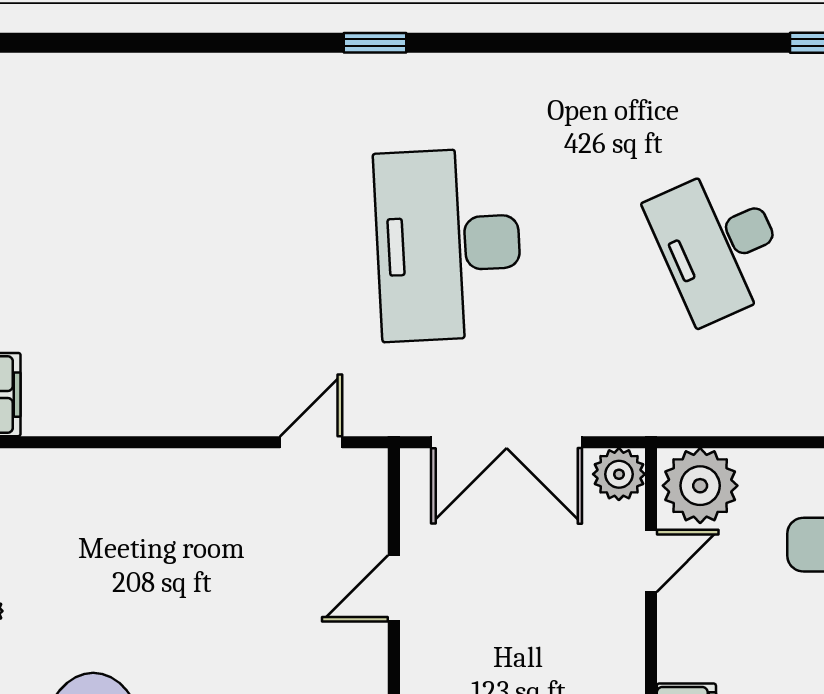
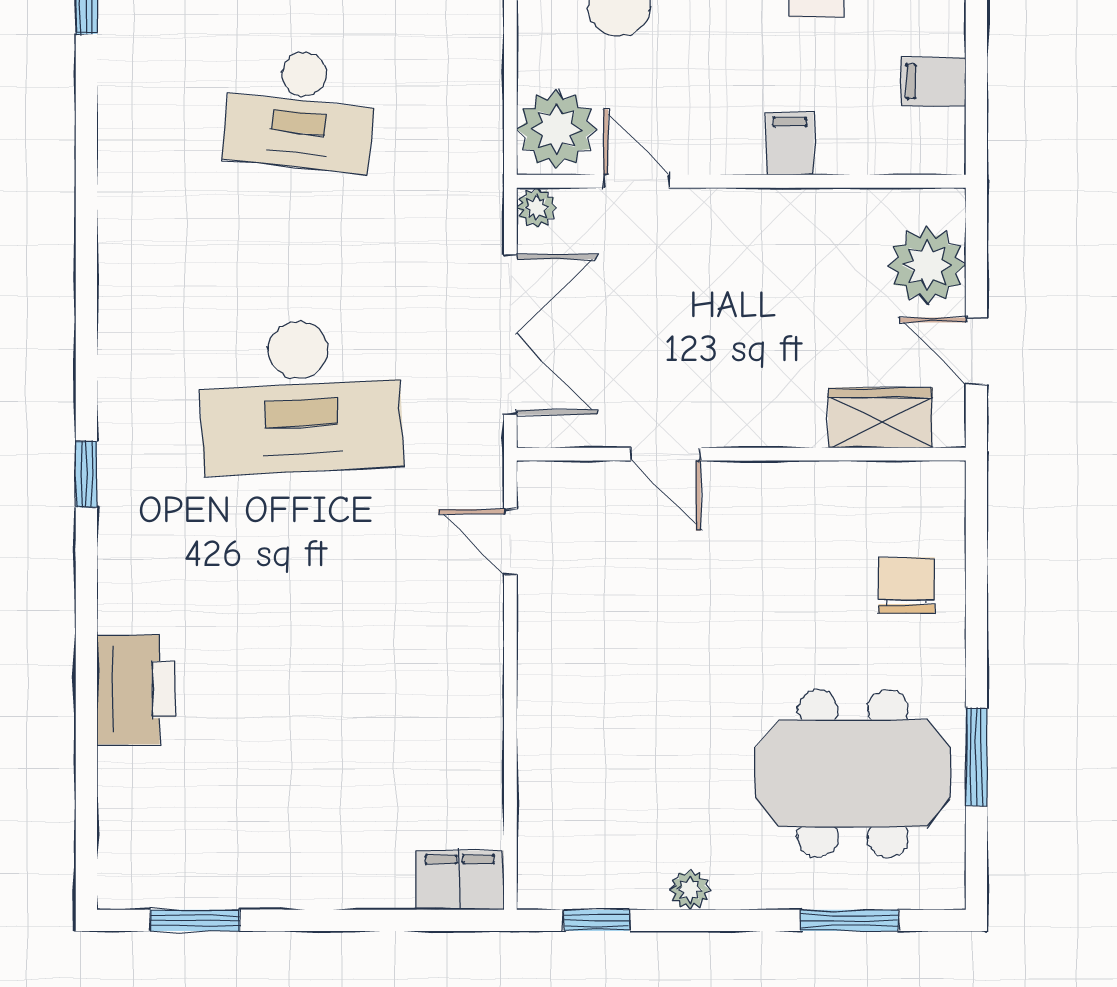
printer: (172, 90) -> (136, 690), added
desk: (718, 244) -> (300, 110), turned 30
plant: (619, 474) -> (537, 208), width x0.73, depth x0.73

